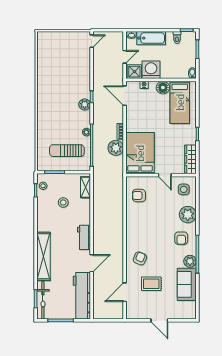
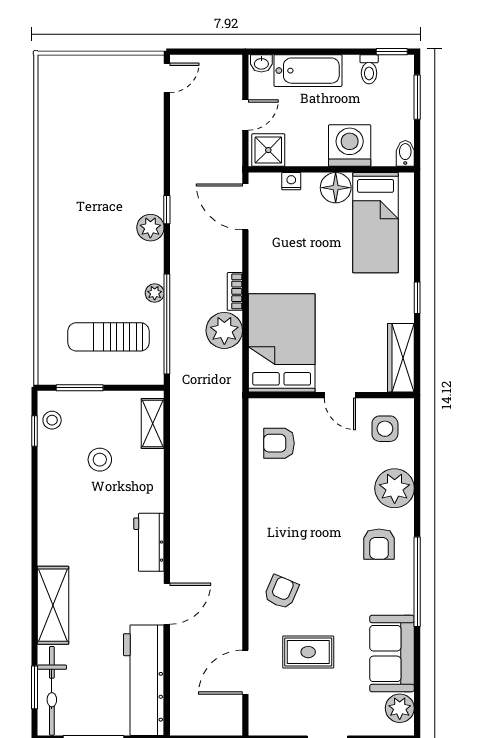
washing machine: (151, 70) -> (350, 146), moved
shelving: (43, 256) -> (53, 605), width x0.68
plant: (190, 261) -> (400, 708), moved

